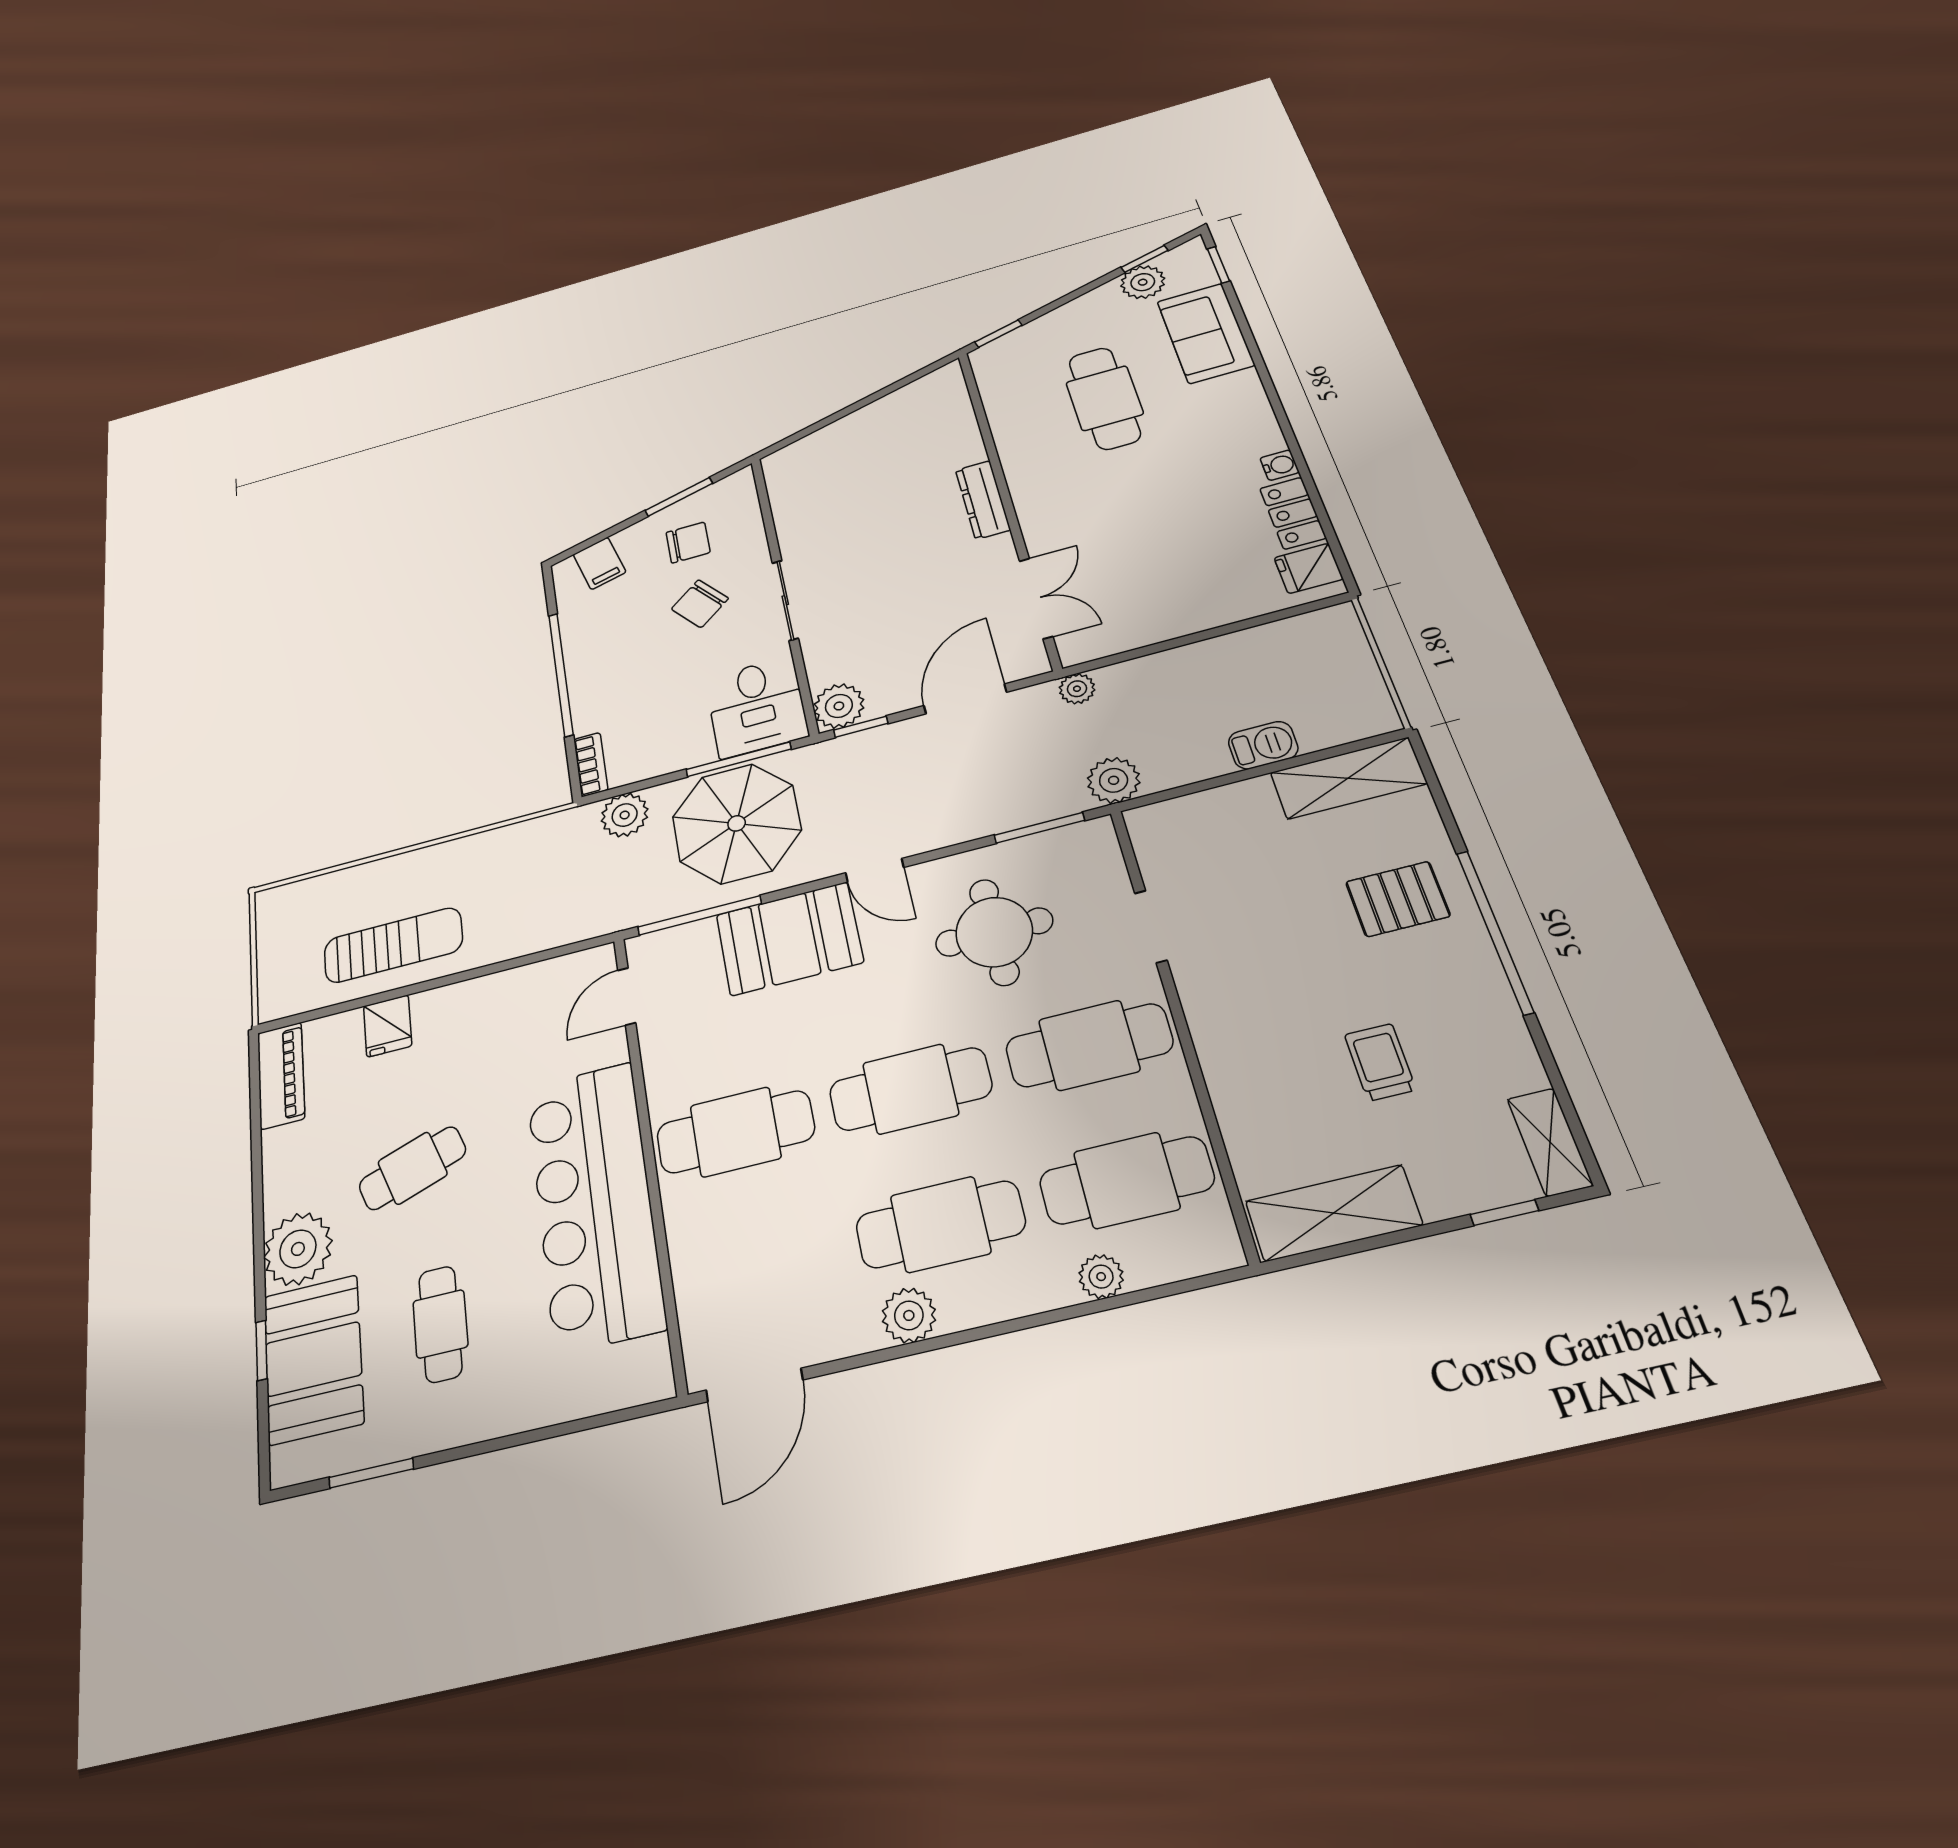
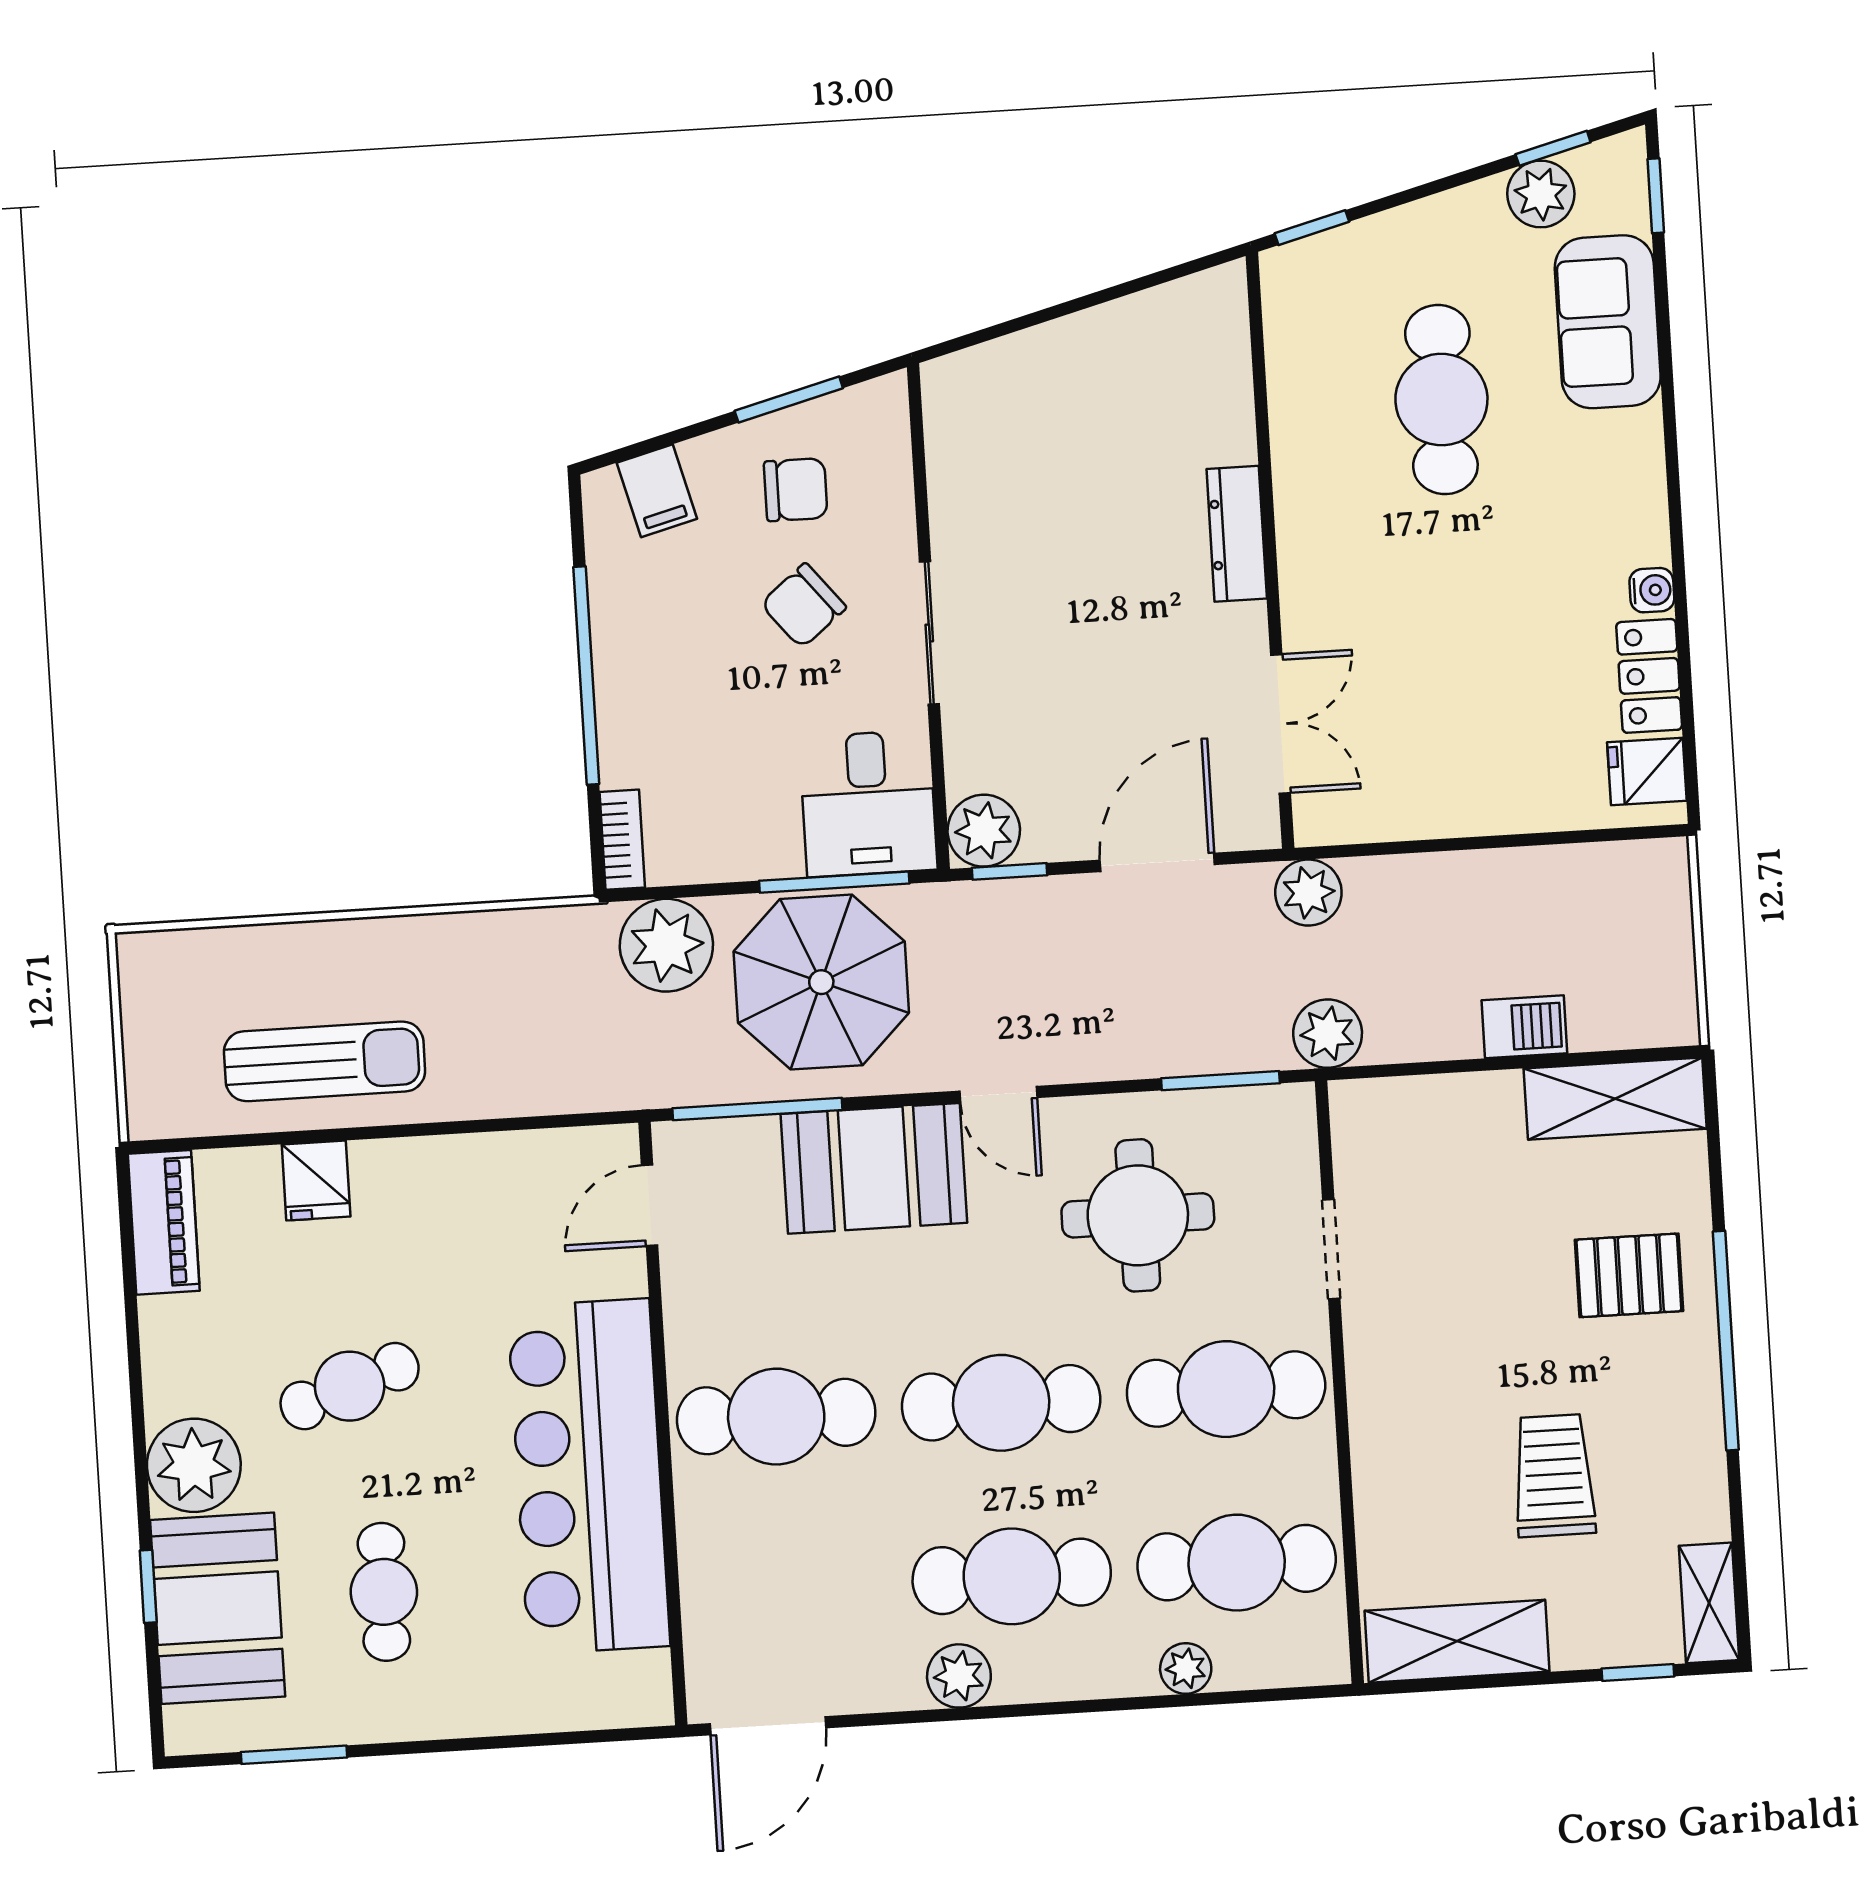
plant: (1077, 689) -> (1308, 893), width x1.38, depth x1.38
plant: (625, 815) -> (666, 945), width x1.36, depth x1.36
trolley: (1380, 1062) -> (1554, 1476), width x1.36, depth x1.39

